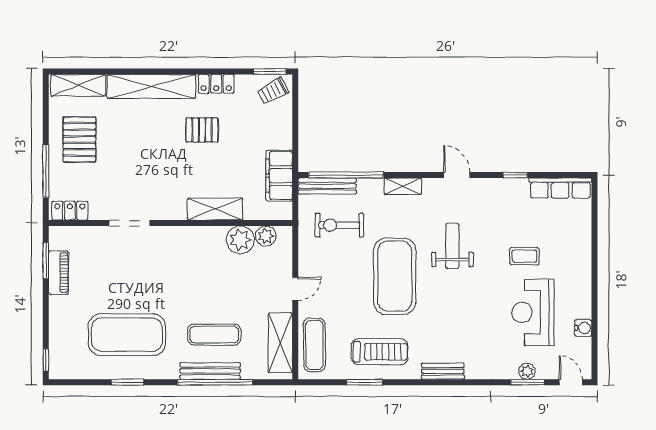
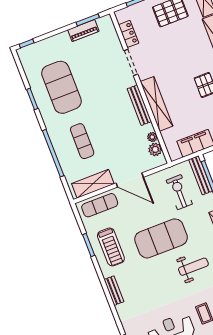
shelving: (215, 209) -> (157, 104), width x1.47
locker: (70, 211) -> (129, 34), moved
plant: (240, 240) -> (152, 137), width x0.53, depth x0.53
door: (295, 289) -> (130, 180), width x1.88
bench: (210, 371) -> (139, 105), moved

